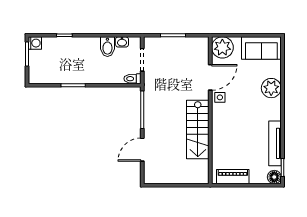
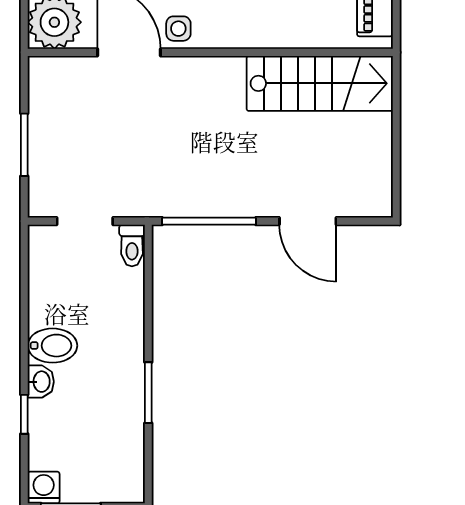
washbasin: (122, 42) -> (41, 382), moved
bidet: (107, 47) -> (53, 346), moved
stairs: (198, 129) -> (320, 83), moved

